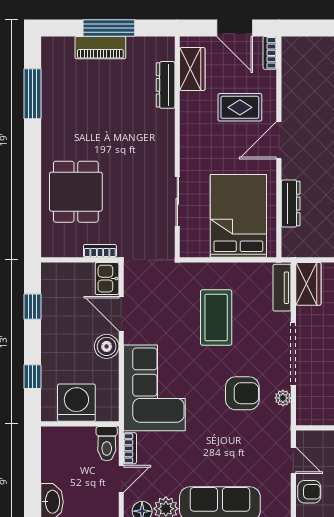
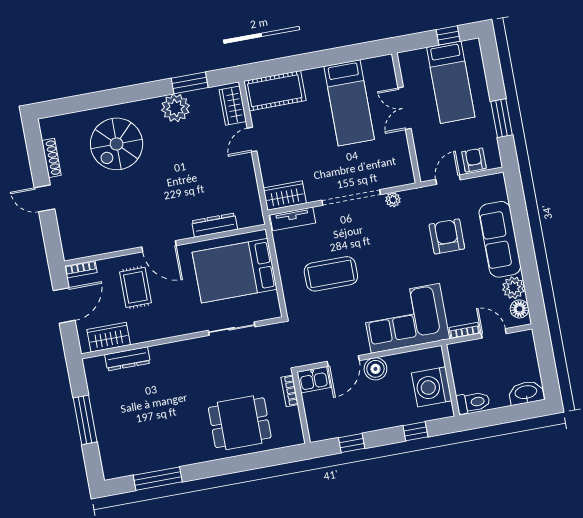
piano: (100, 48) -> (104, 424), removed
armchair: (242, 393) -> (447, 236), moved
toilet: (107, 444) -> (473, 402), moved

